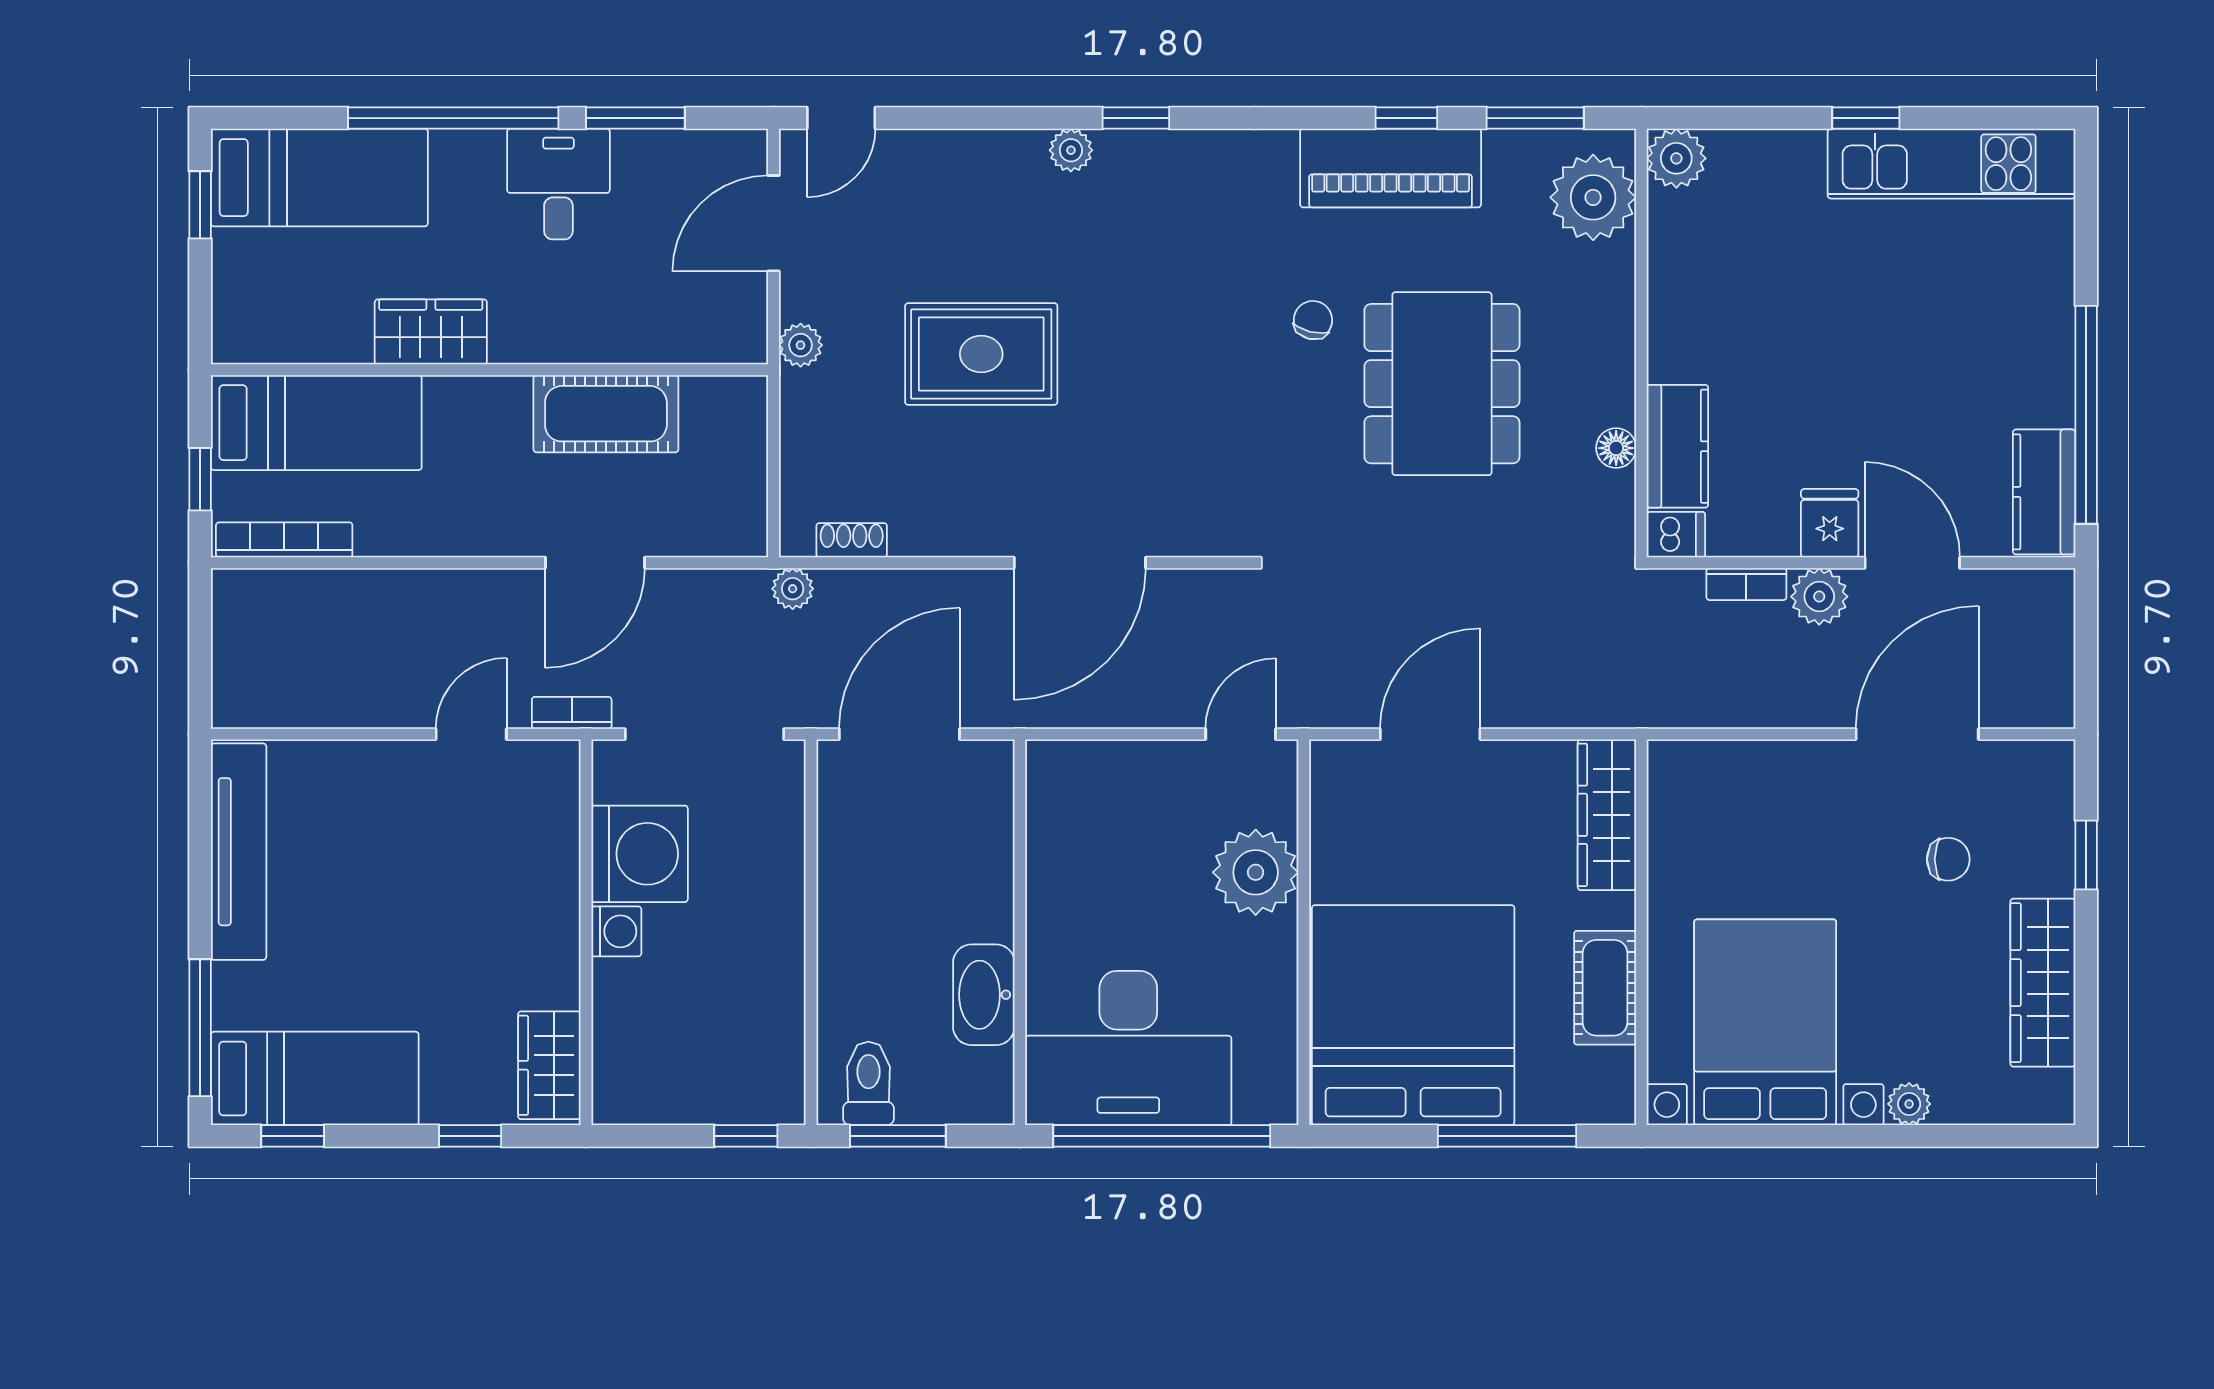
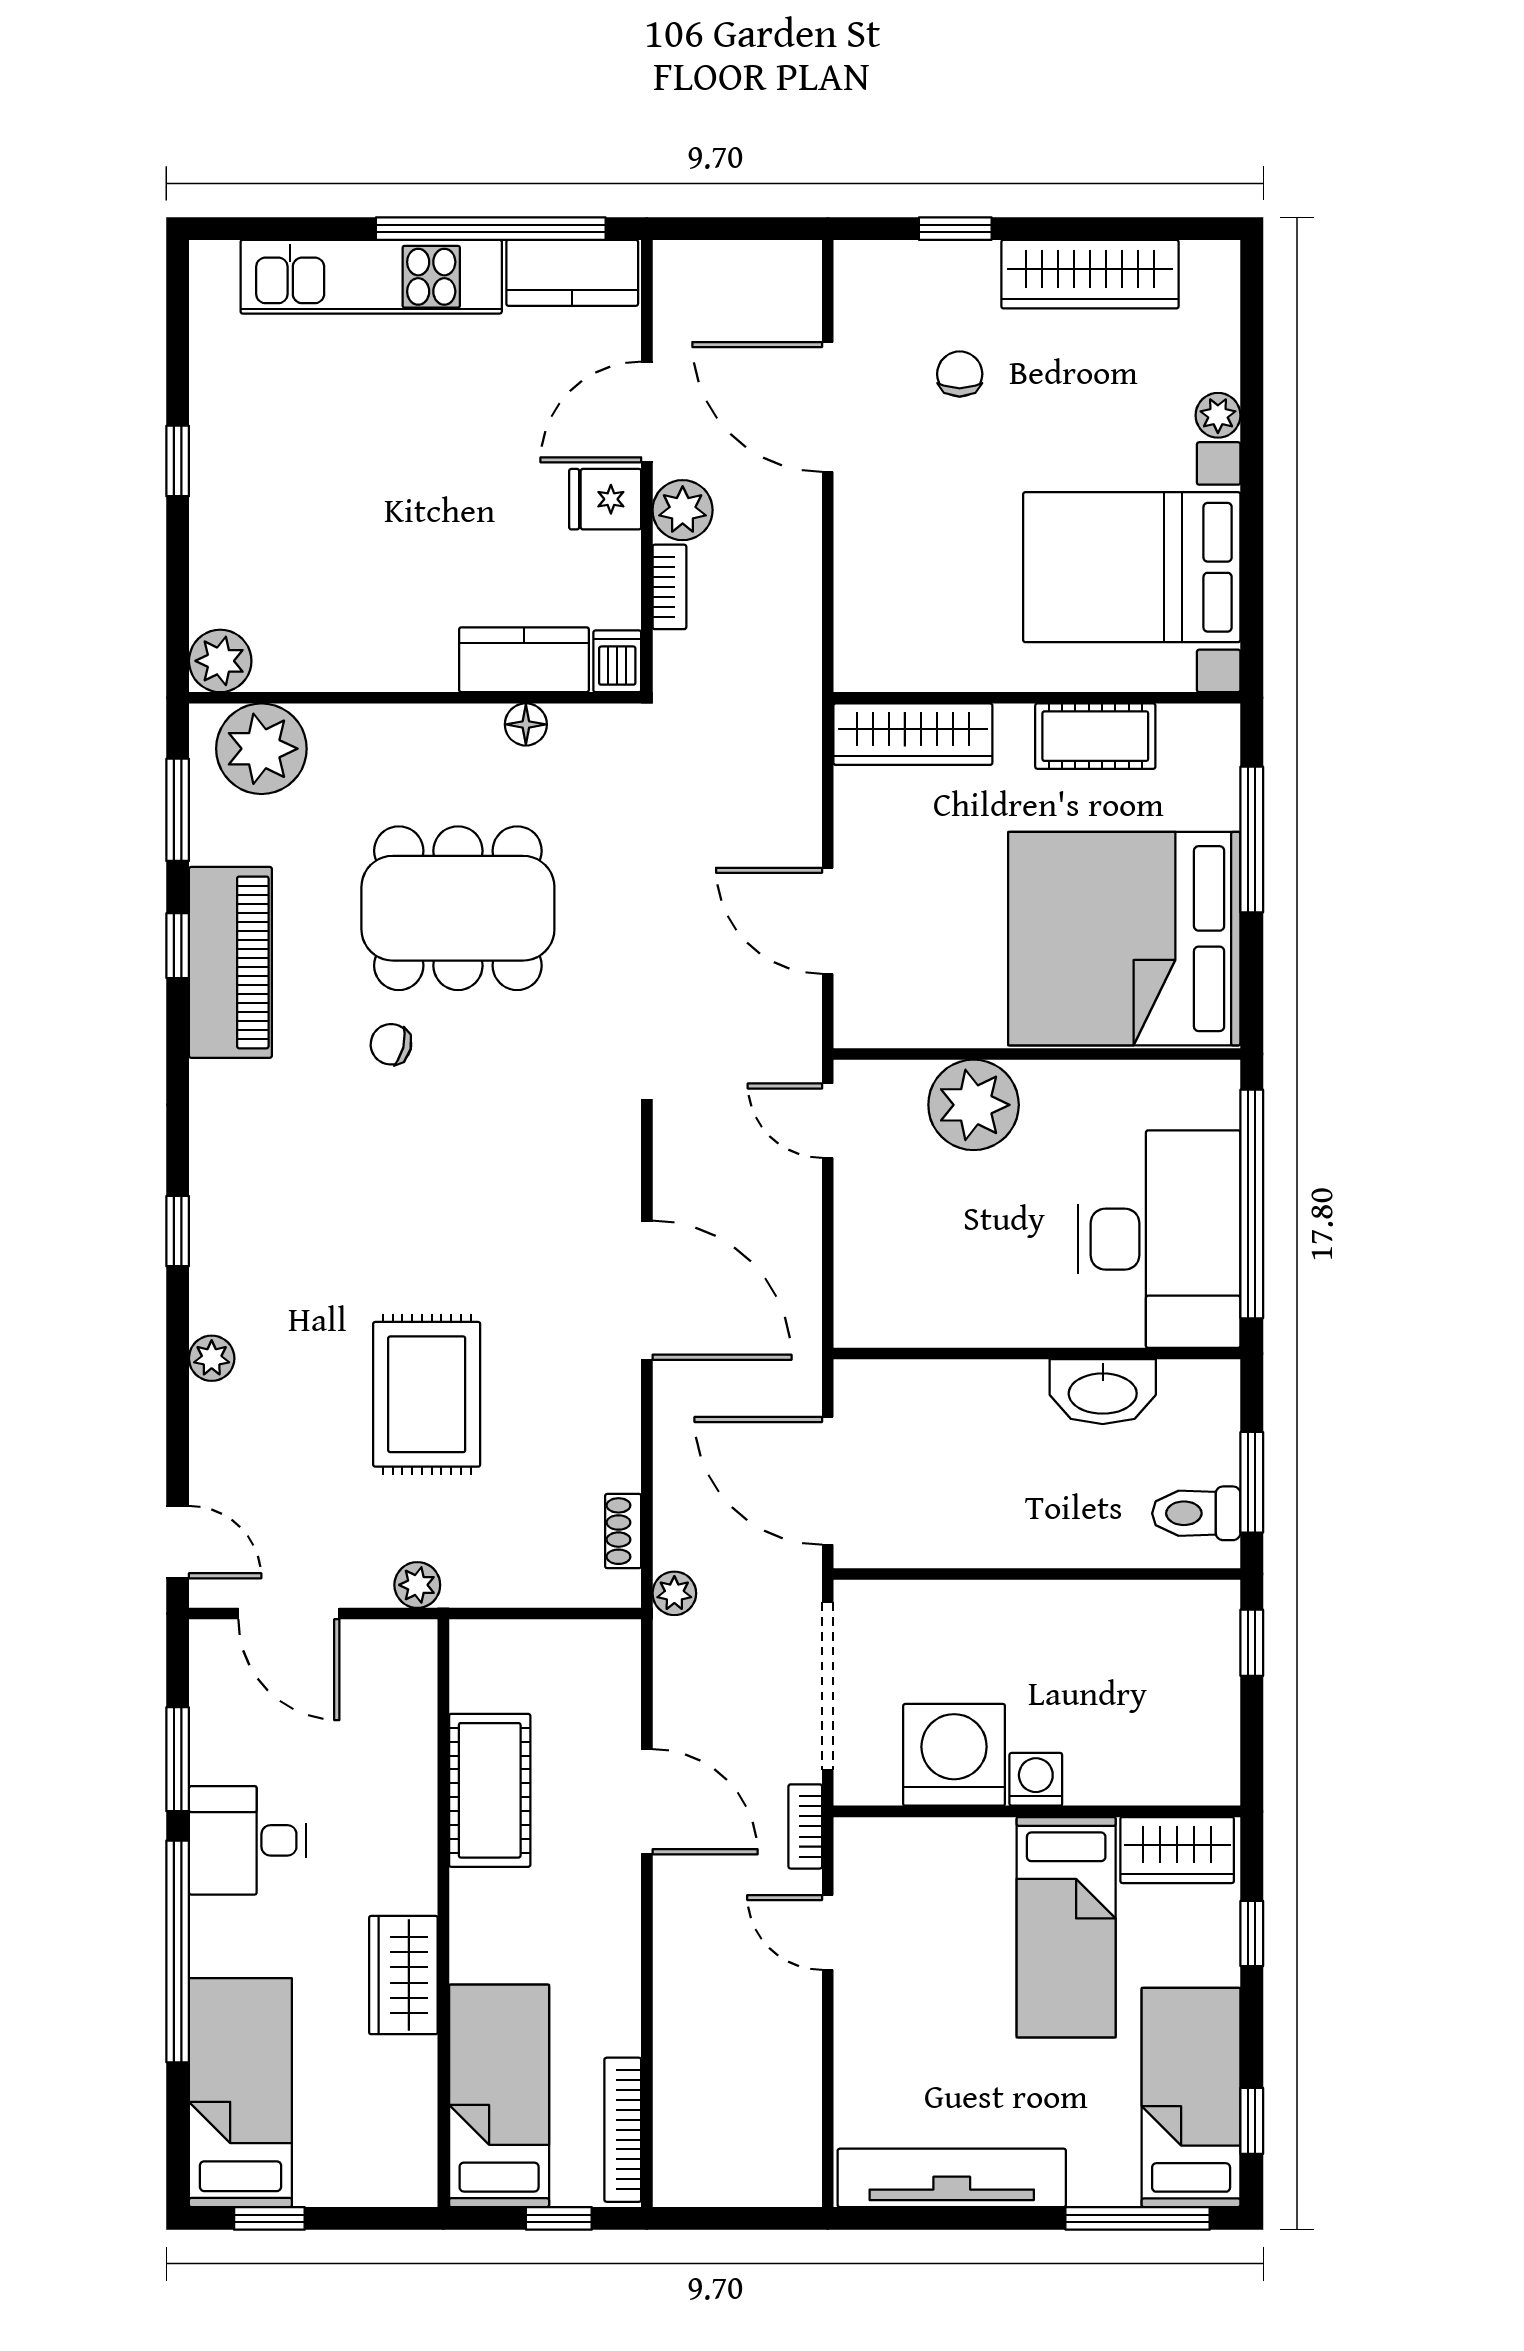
plant: (1071, 150) -> (212, 1358), moved
kitchen unit: (1952, 164) -> (371, 277), moved, turned 90
bed: (476, 960) -> (1066, 1927), added

